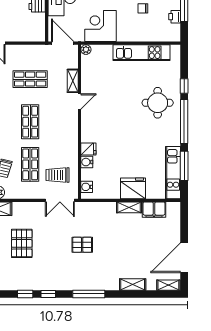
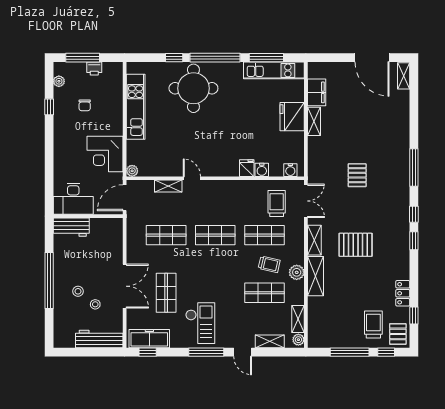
shop shelf: (30, 79) -> (166, 235), turned 90
round table: (158, 103) -> (193, 88), width x1.36, depth x1.36
trolley: (58, 175) -> (277, 204), turned 180
shelving: (133, 284) -> (314, 240), moved

